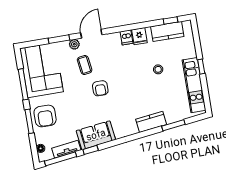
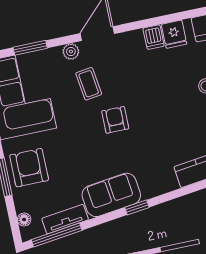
window: (59, 39) -> (30, 48), moved
armchair: (100, 88) -> (115, 120), turned 180
armchair: (45, 116) -> (29, 168), turned 180
window: (91, 150) -> (137, 207), moved

